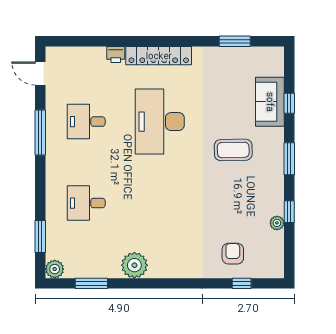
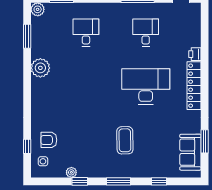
sofa: (270, 102) -> (190, 152), moved, turned -90
armchair: (233, 254) -> (49, 140), turned 180
side table: (262, 262) -> (43, 161), added

